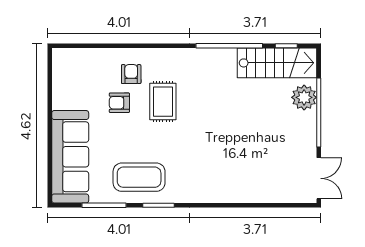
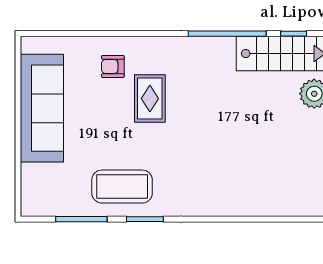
armchair: (131, 74) -> (113, 66), turned -90
armchair: (119, 103) -> (99, 100), removed
sofa: (70, 157) -> (42, 108), moved

